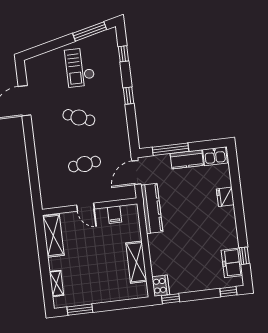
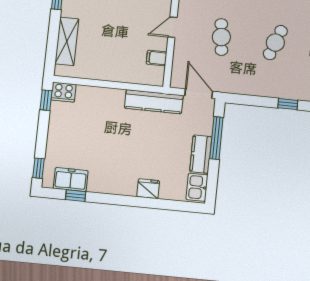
shelving: (136, 262) -> (67, 41), moved, turned 90

